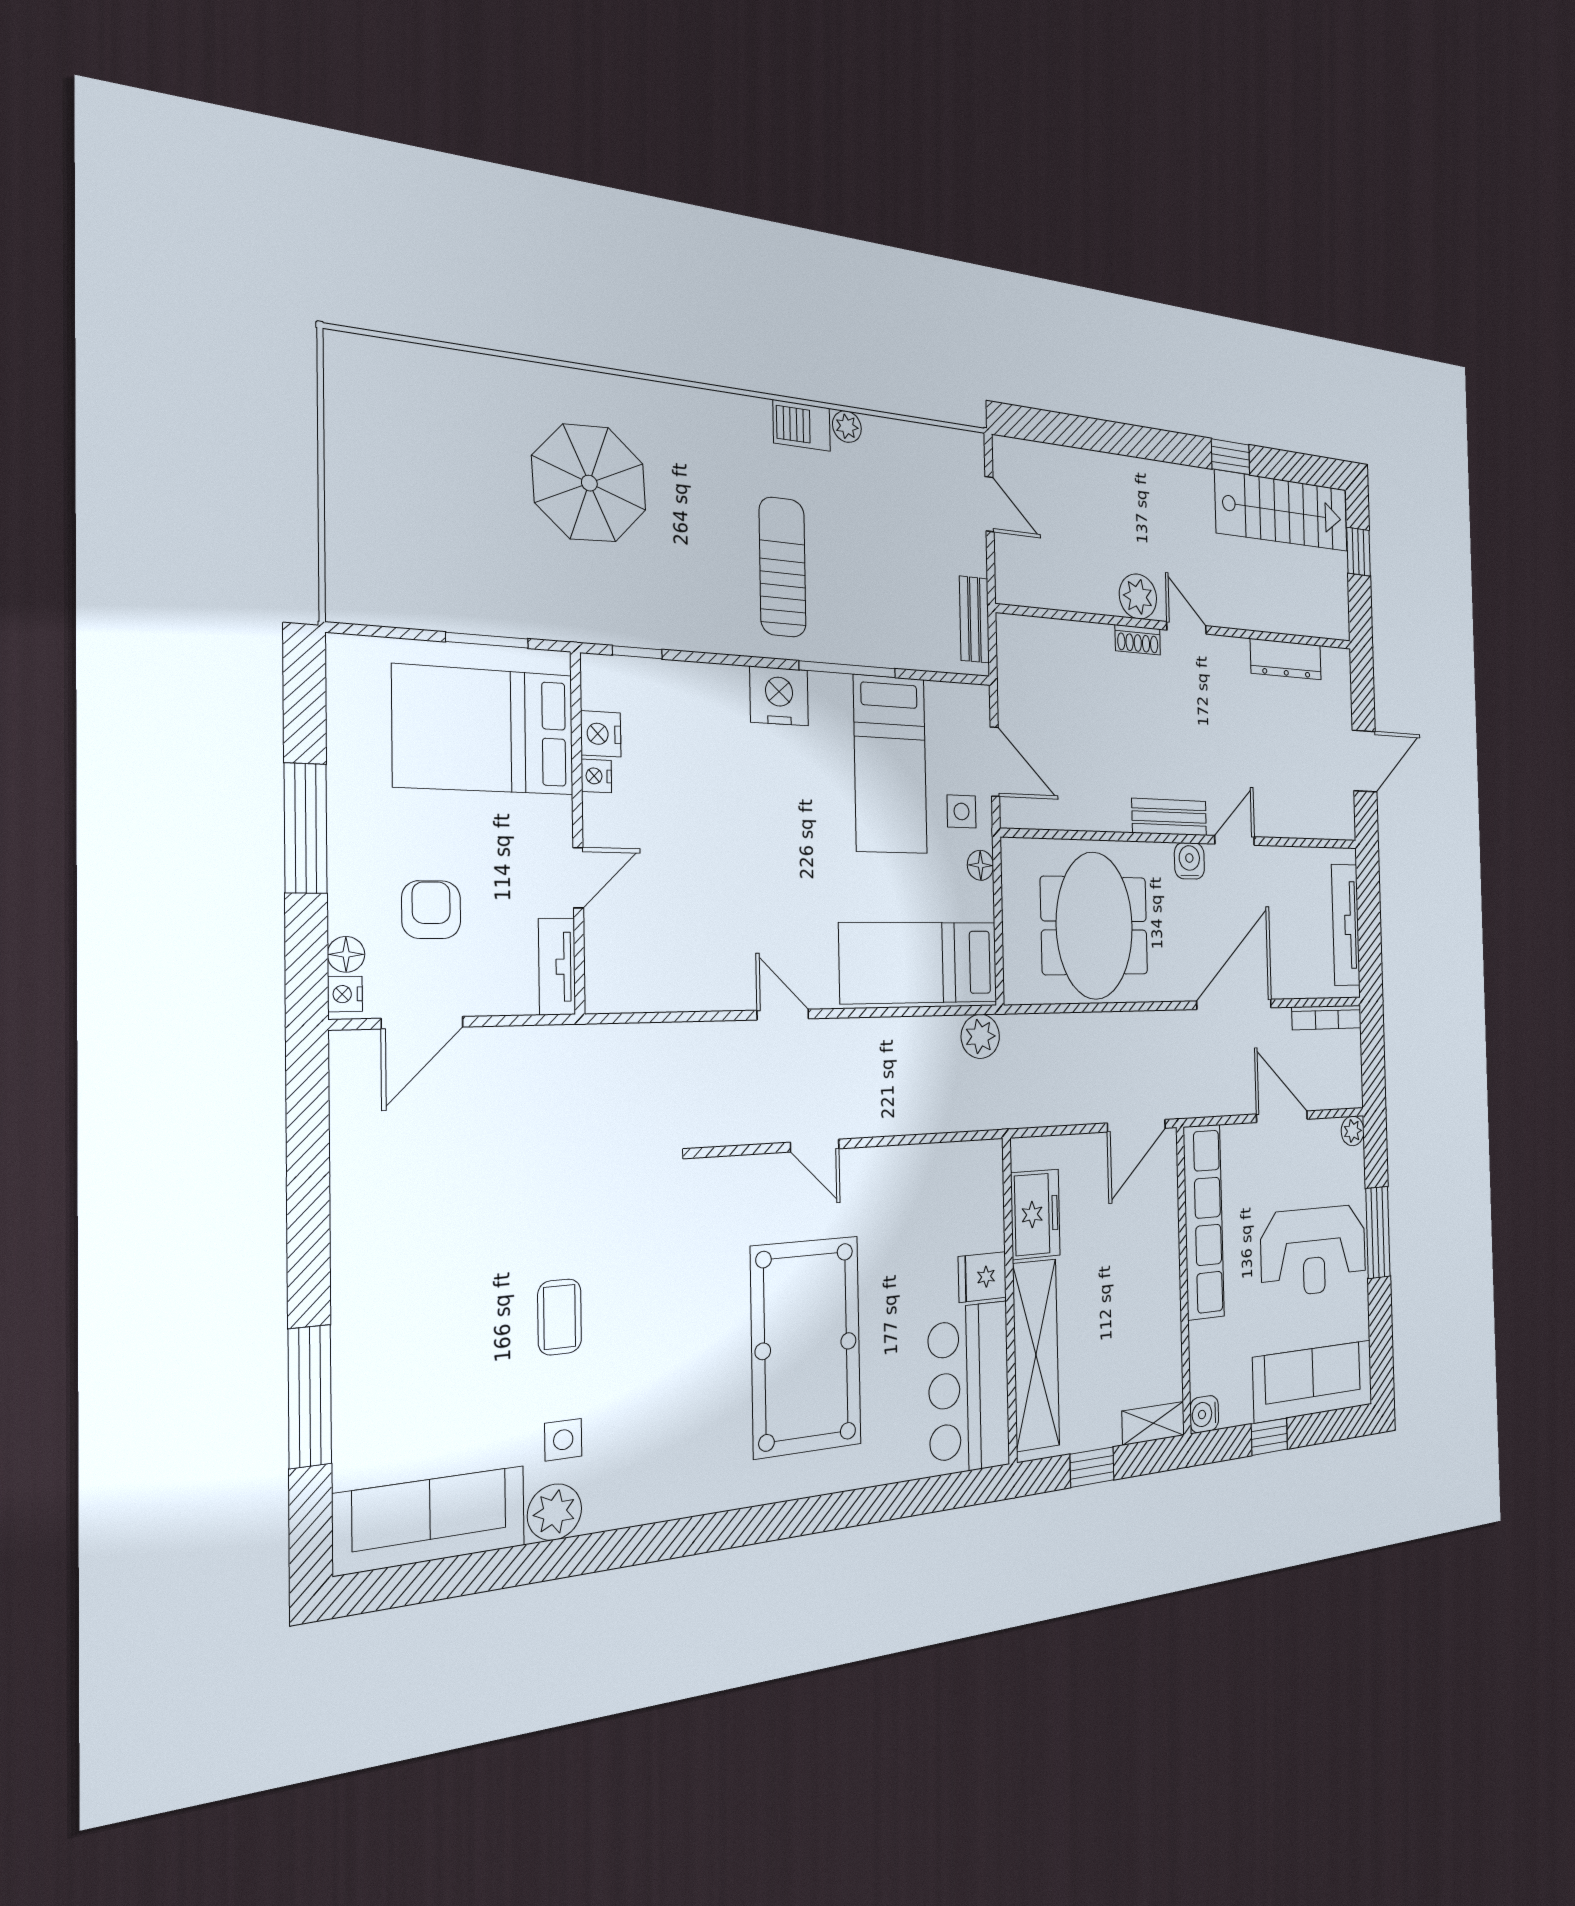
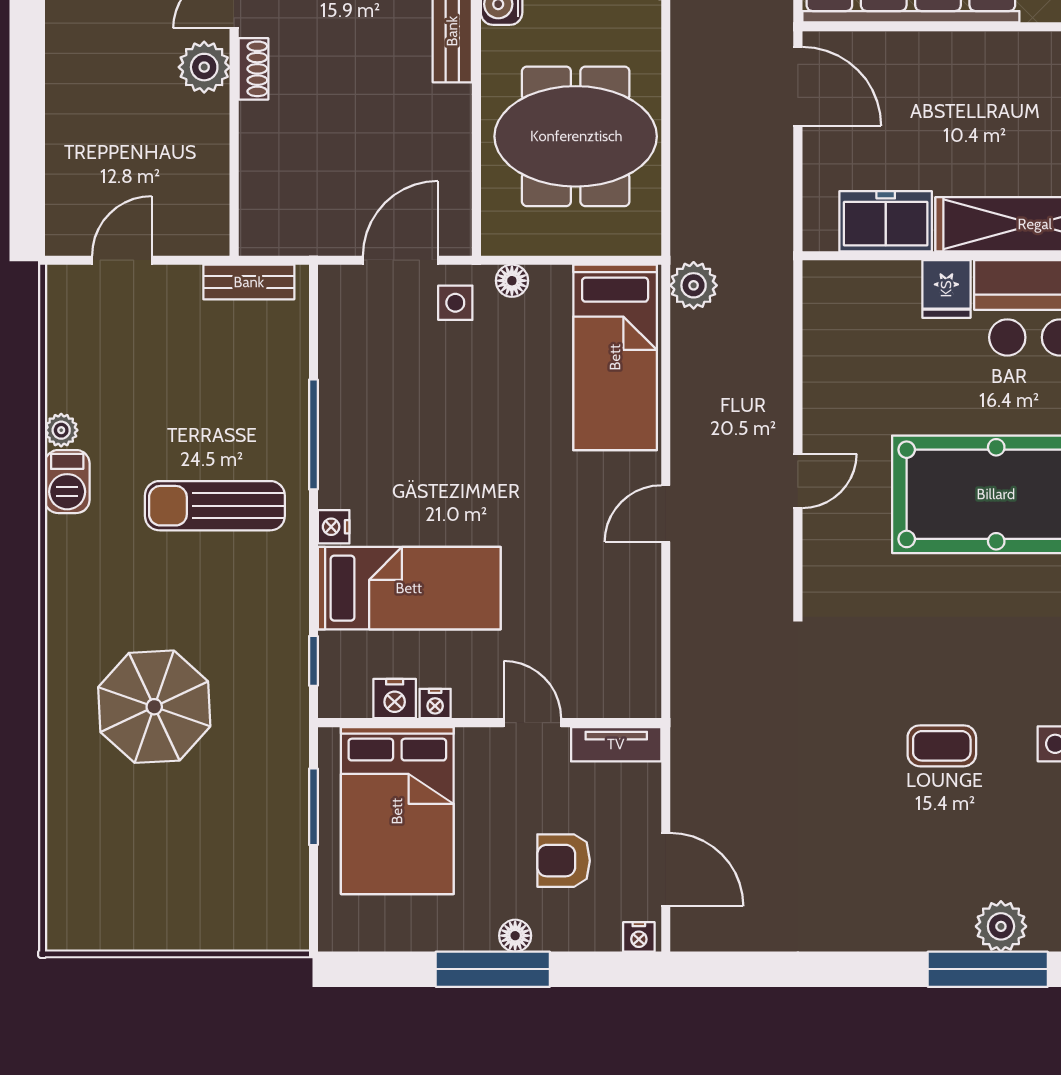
nightstand: (779, 696) -> (334, 527), width x0.53, depth x0.56
bed: (890, 764) -> (409, 588), moved
floor lamp: (346, 954) -> (515, 936), moved
plant: (361, 1406) -> (1001, 926), added

